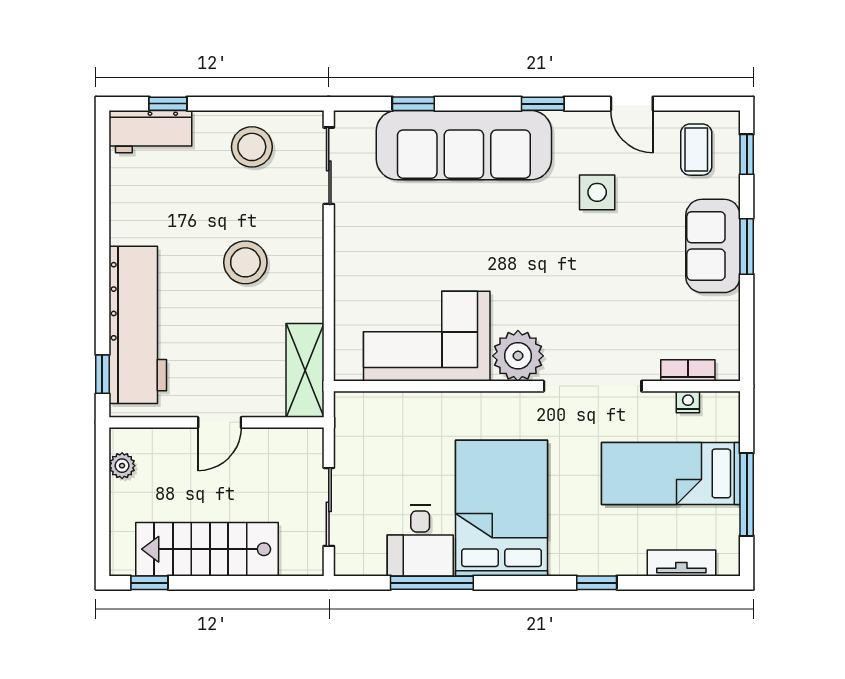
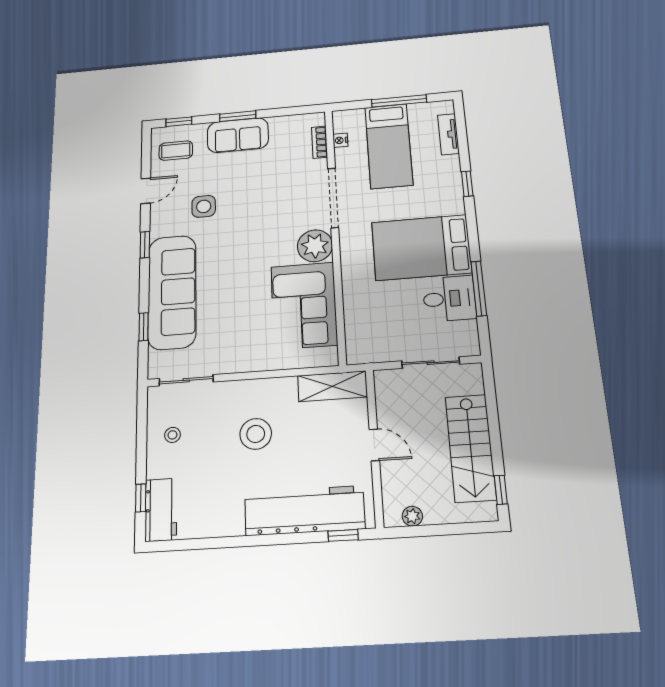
stool: (252, 147) -> (172, 435), width x0.53, depth x0.53

